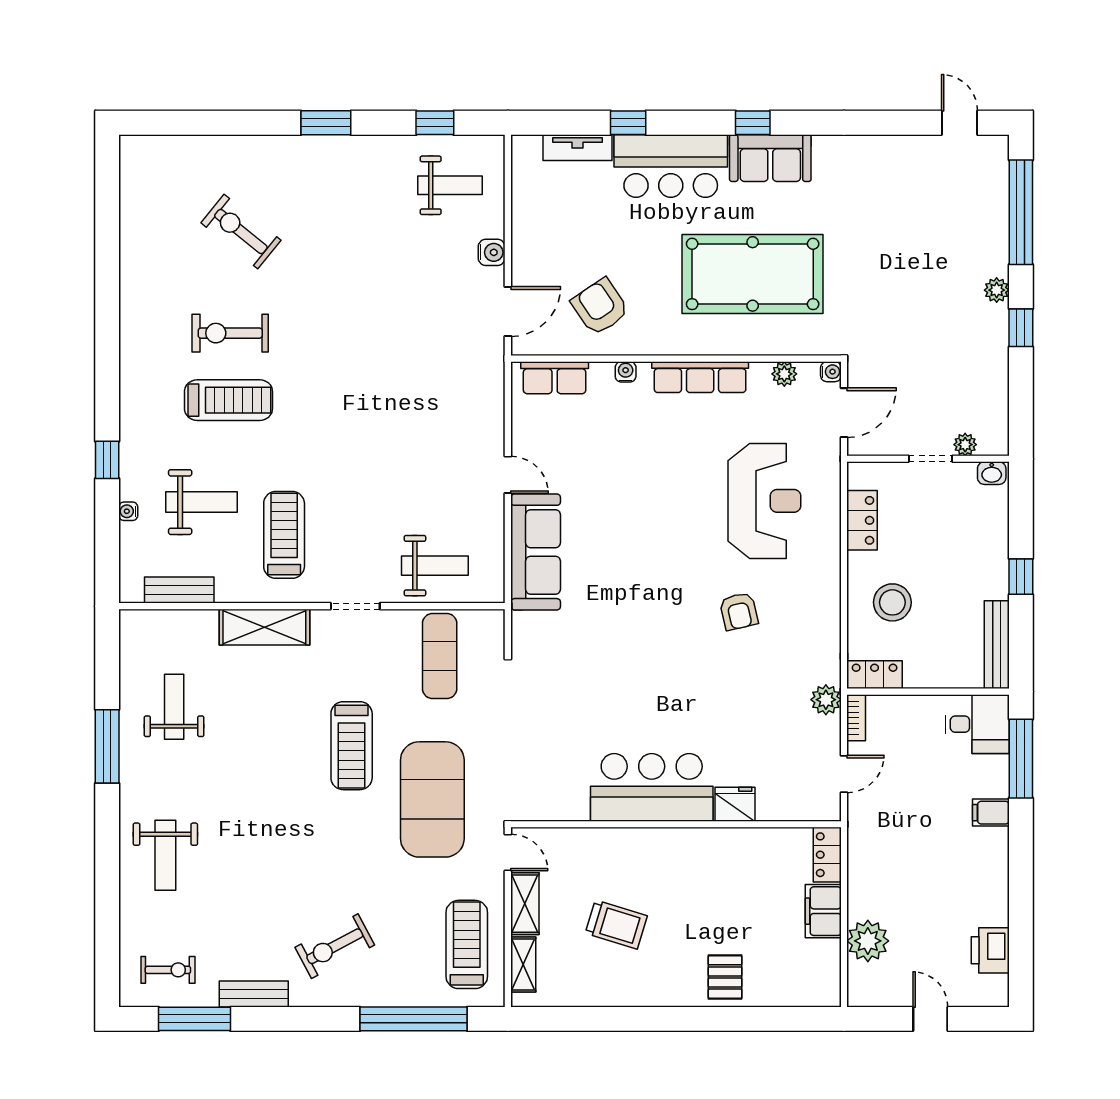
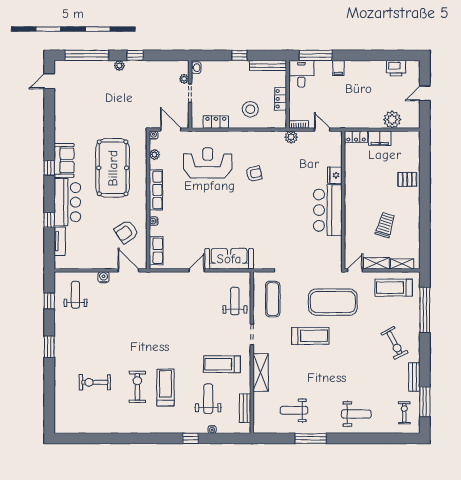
exercise bike: (241, 232) -> (95, 382), turned 51
exercise bike: (230, 333) -> (137, 387), turned 180
exercise mat: (440, 656) -> (273, 299), turned 90
locker: (875, 675) -> (281, 99), moved

